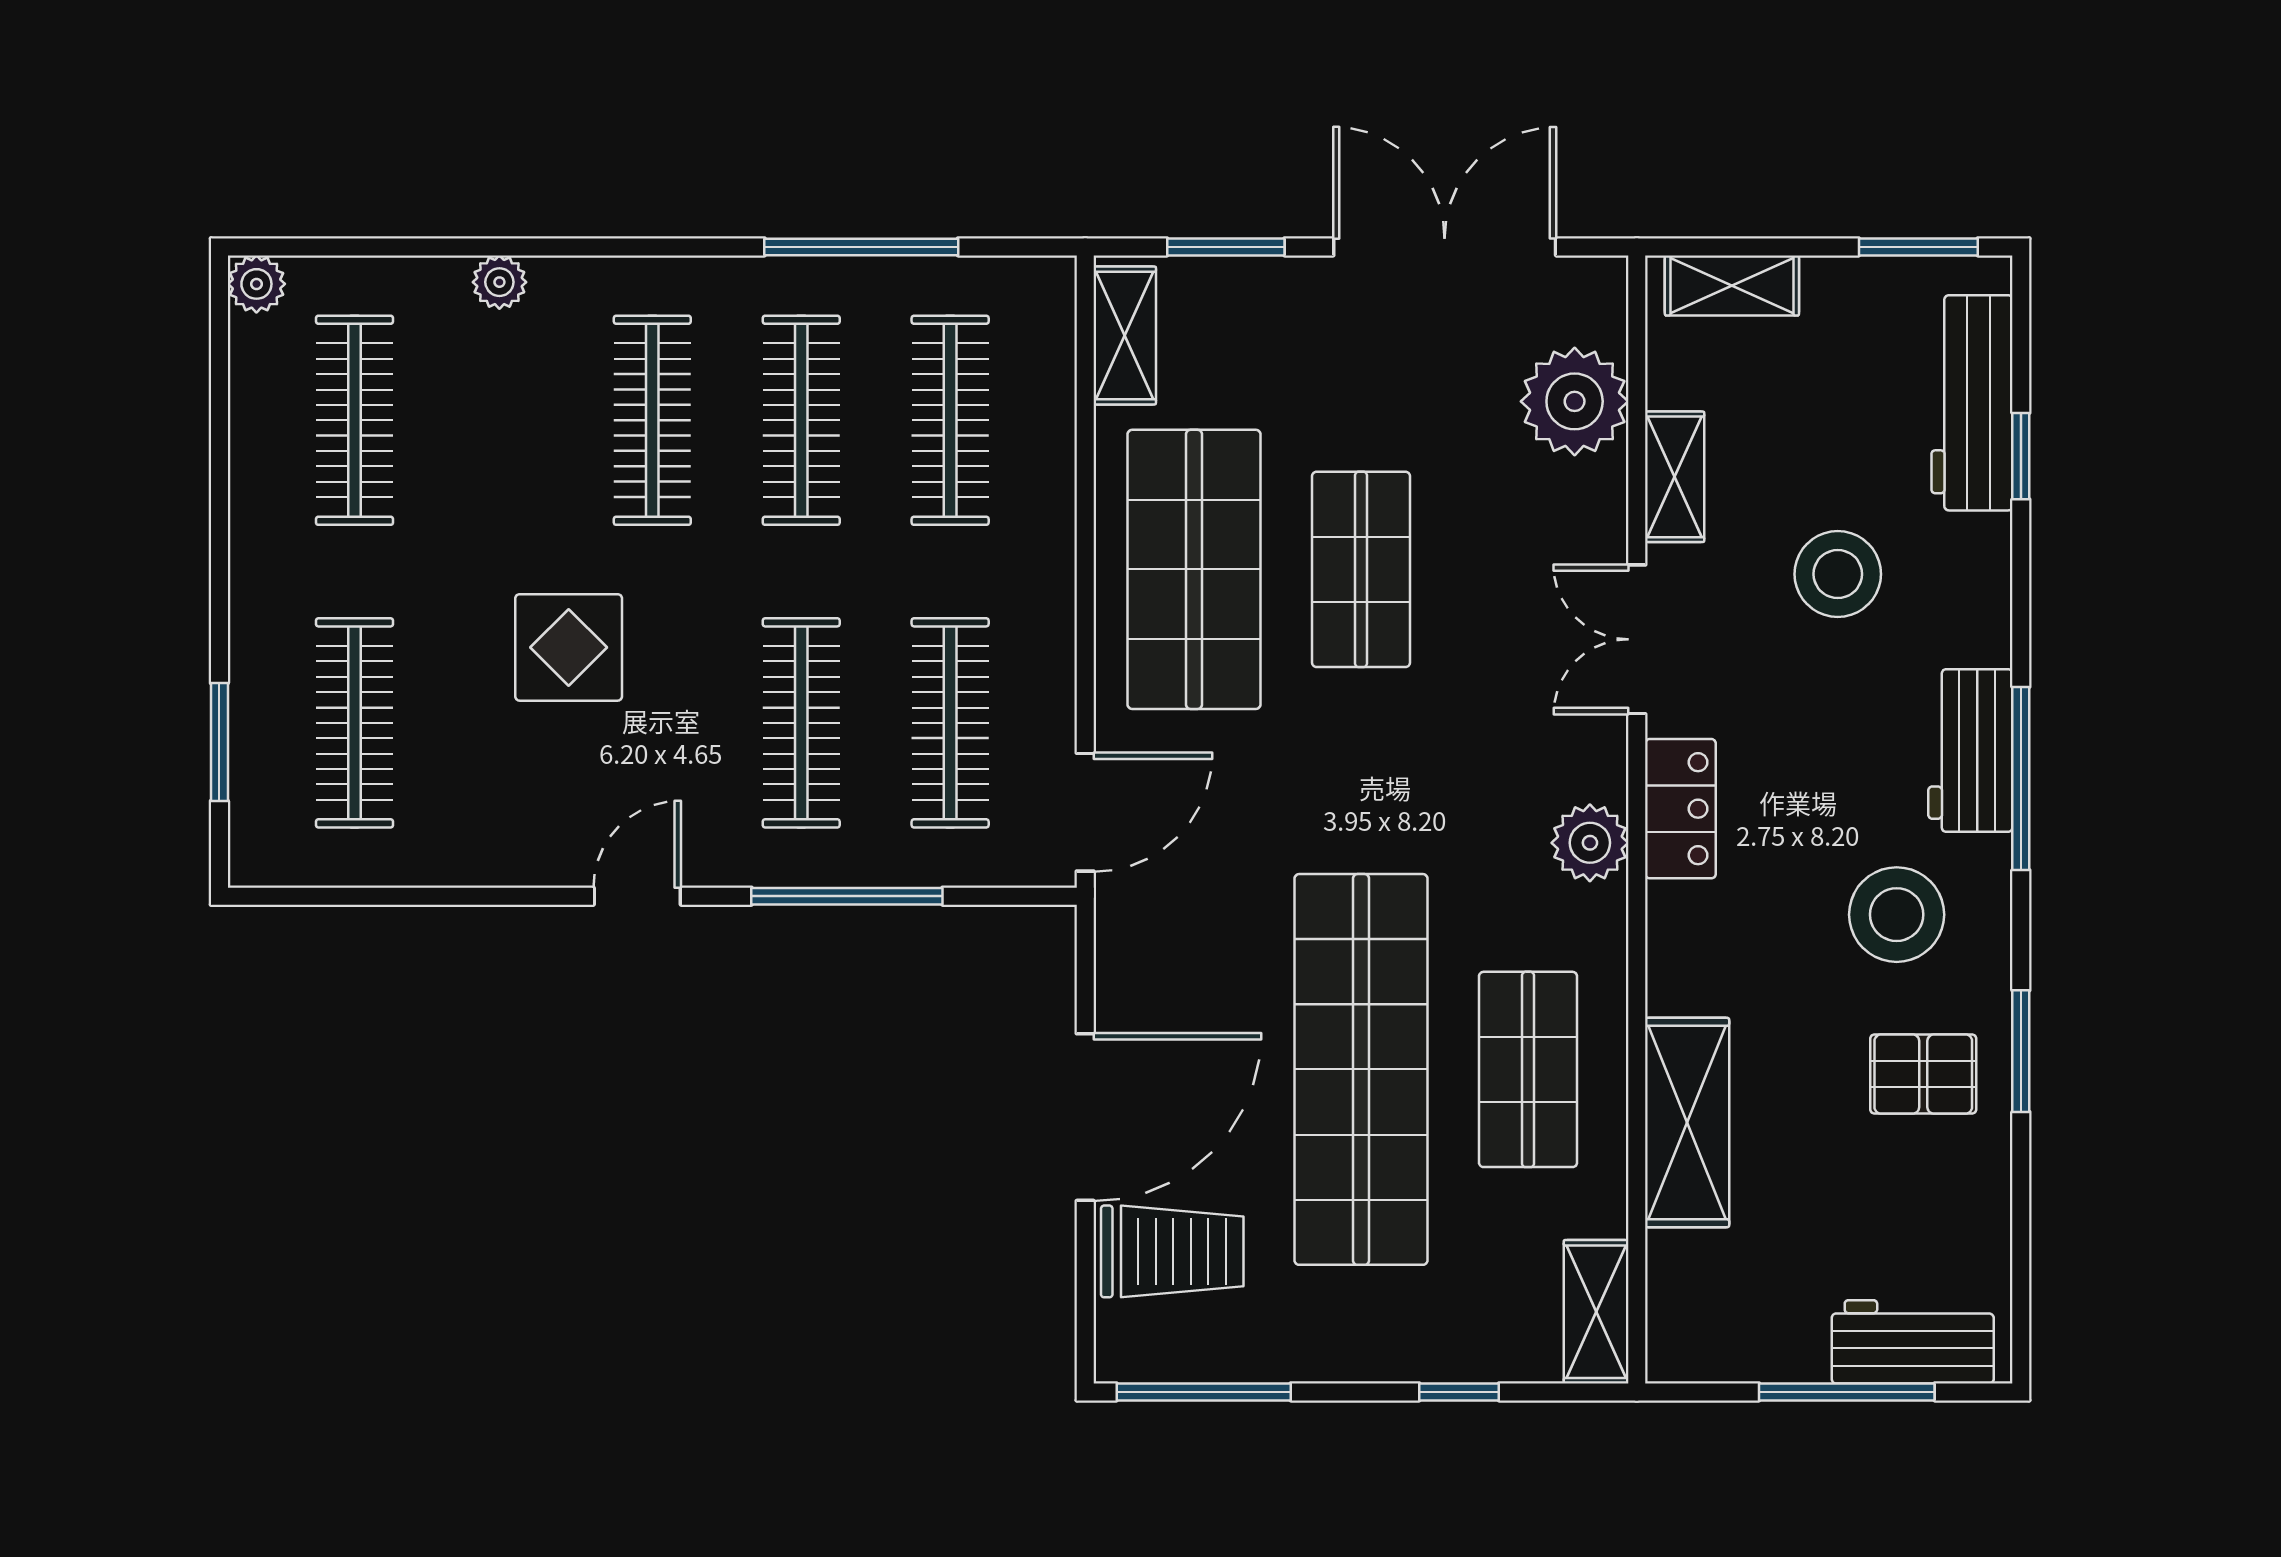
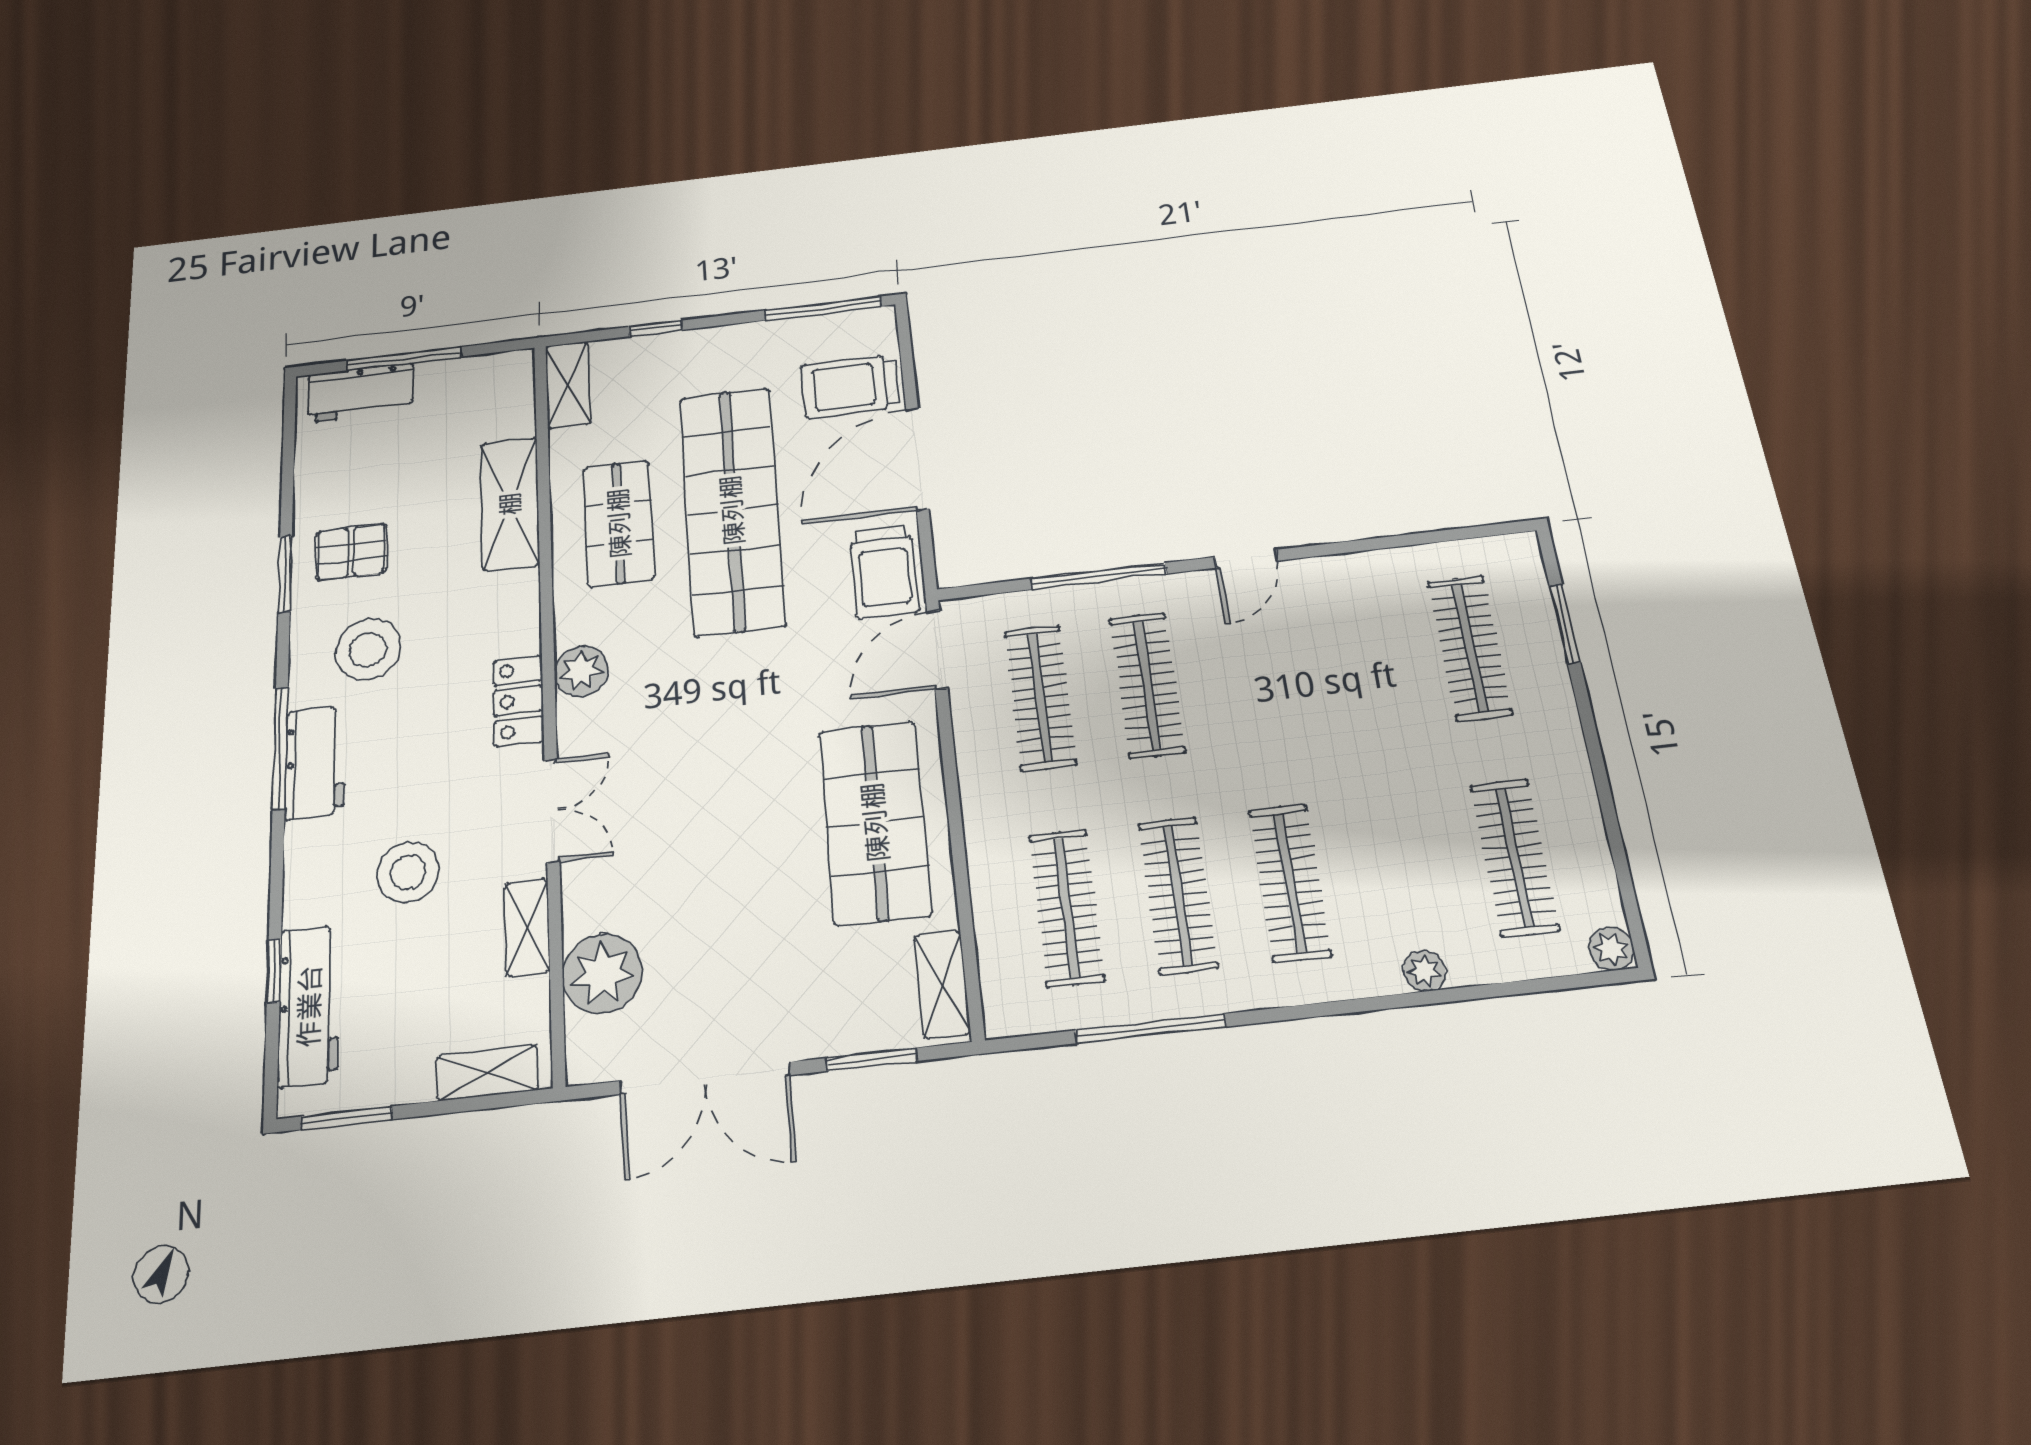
shop shelf: (1361, 569) -> (753, 836), removed
display table: (569, 647) -> (1324, 716), removed
trolley: (1149, 943) -> (884, 571), added

